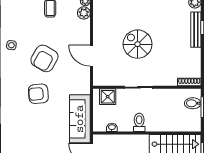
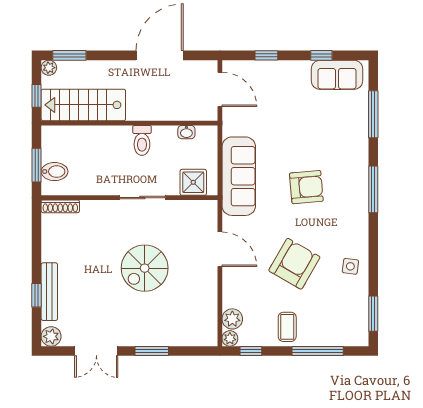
spiral stairs: (138, 44) -> (145, 268), turned 90
armchair: (44, 58) -> (294, 264), moved
sofa: (80, 119) -> (239, 176), moved

